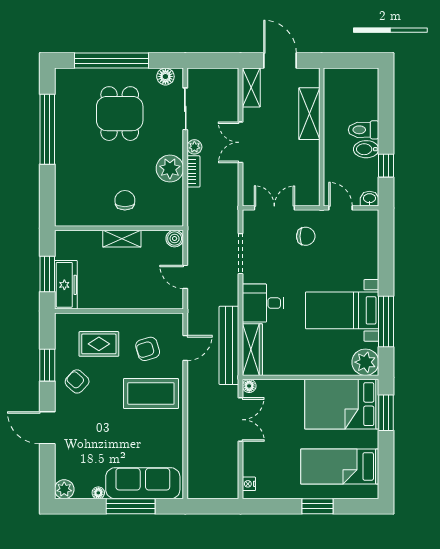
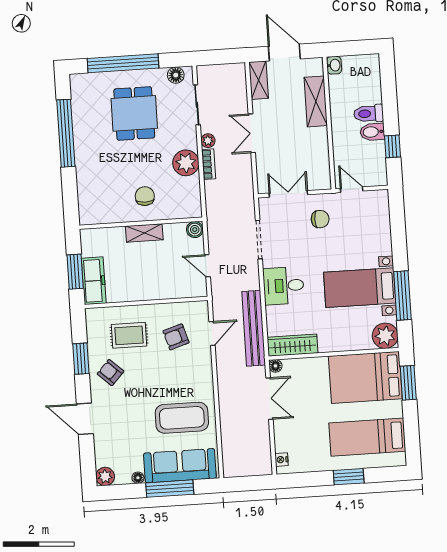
washbasin: (369, 199) -> (334, 65), moved, turned 90
wardrobe: (252, 350) -> (293, 345), moved, turned -90
coffee table: (151, 394) -> (182, 418), moved

